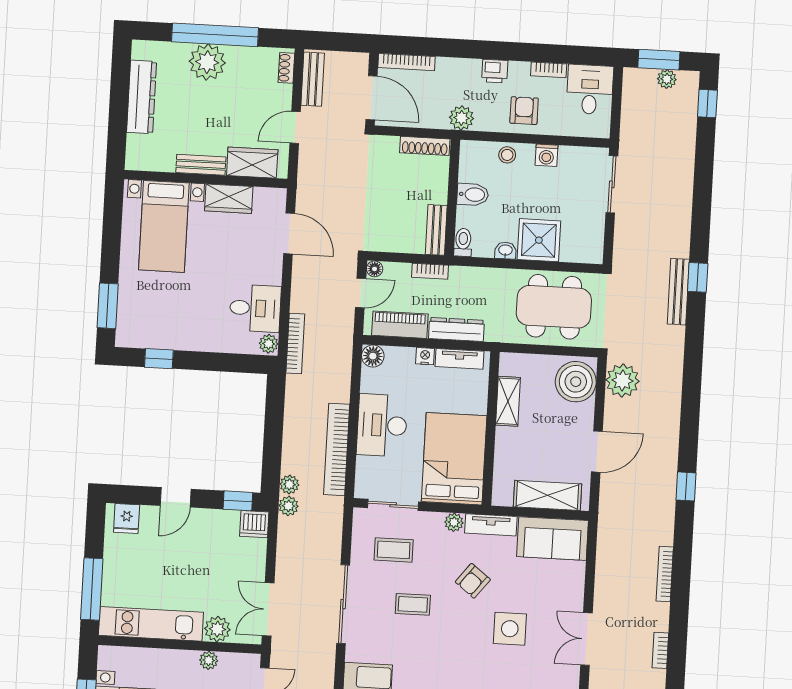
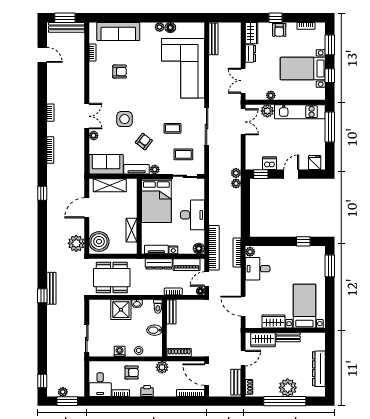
armchair: (524, 111) -> (132, 373), turned -90
bookcase: (337, 449) -> (214, 248), moved
dishwasher: (254, 524) -> (270, 163), moved
plant: (575, 599) -> (94, 136), added

